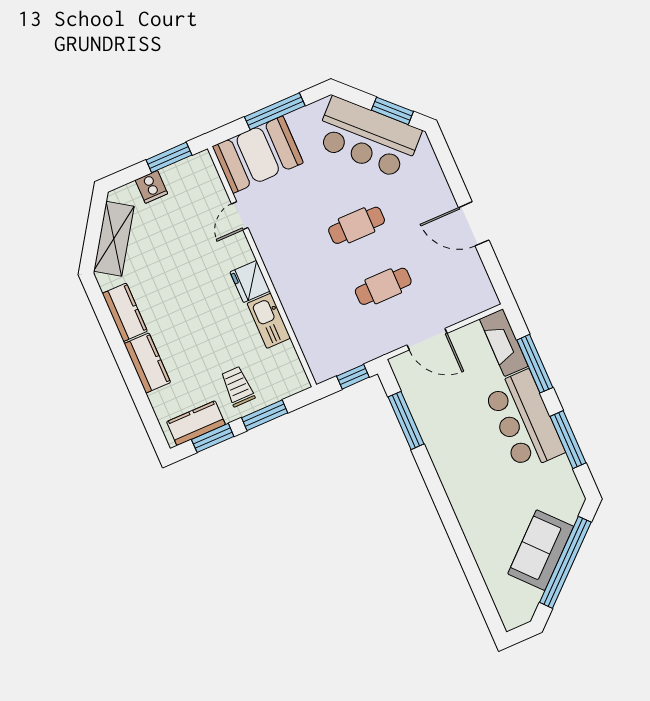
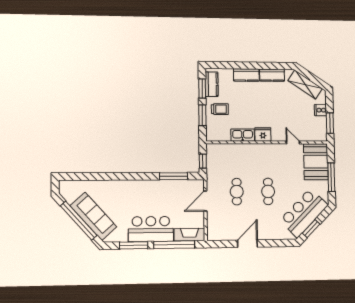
window: (535, 364) -> (174, 245), width x1.46
sofa: (541, 550) -> (93, 216), width x1.36

